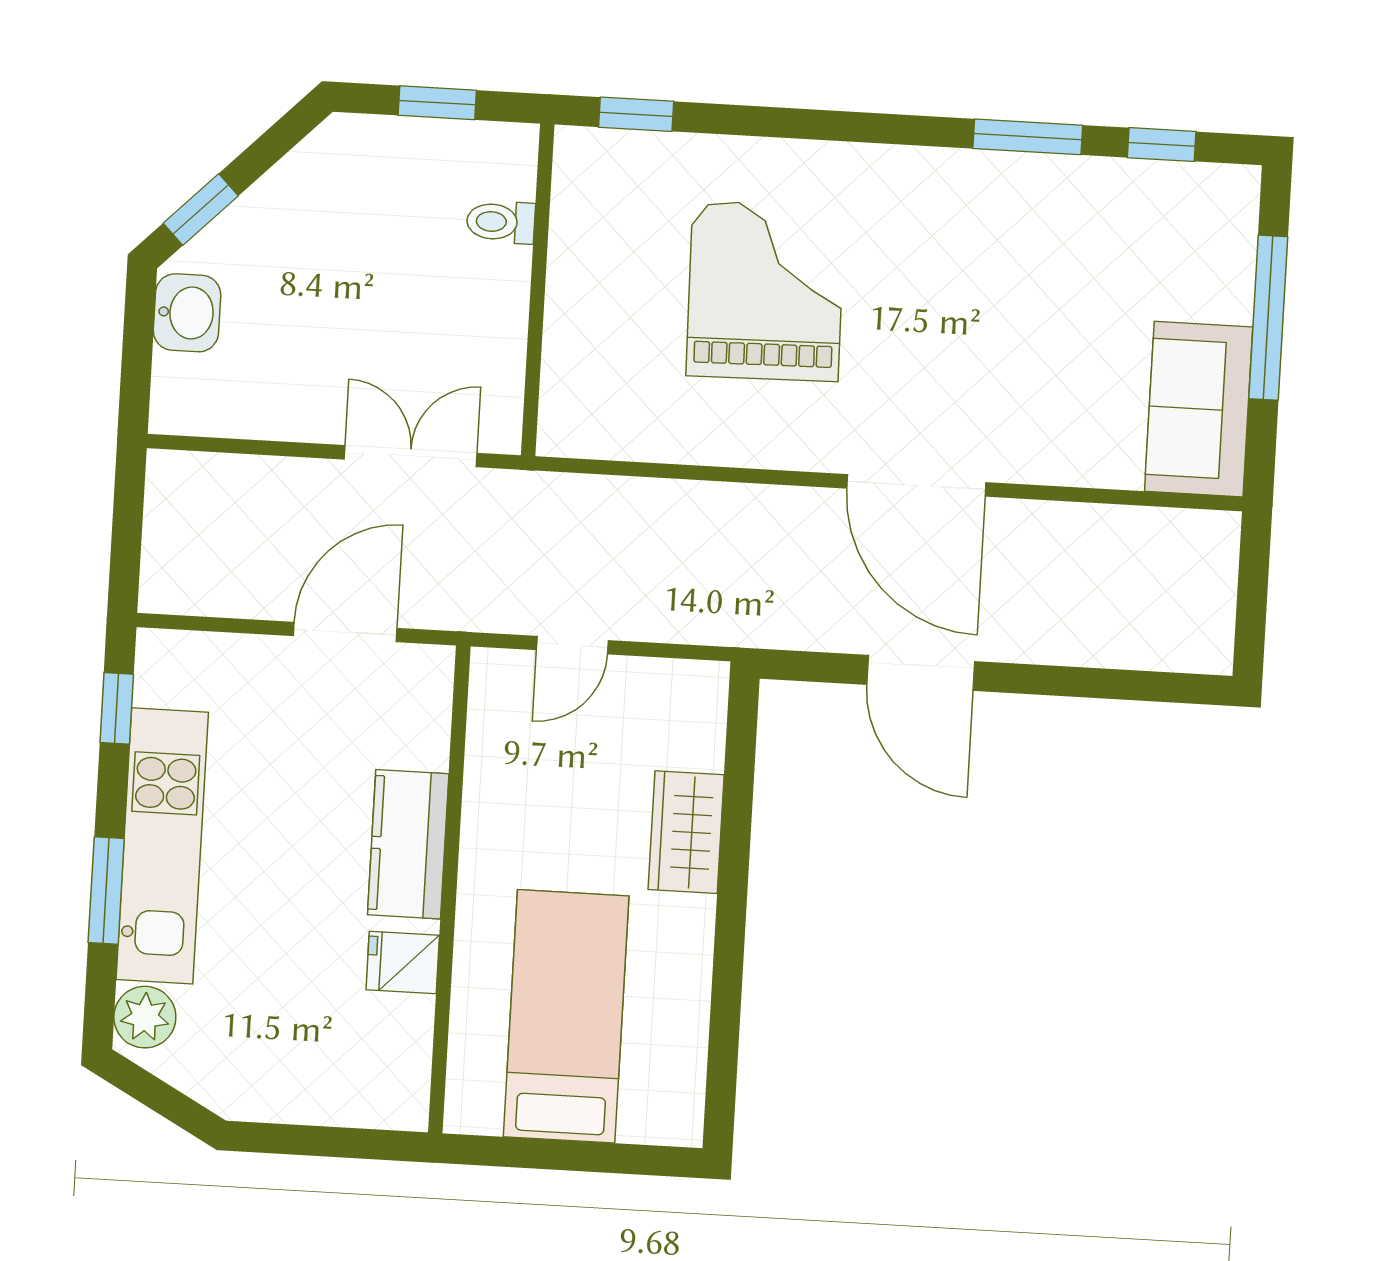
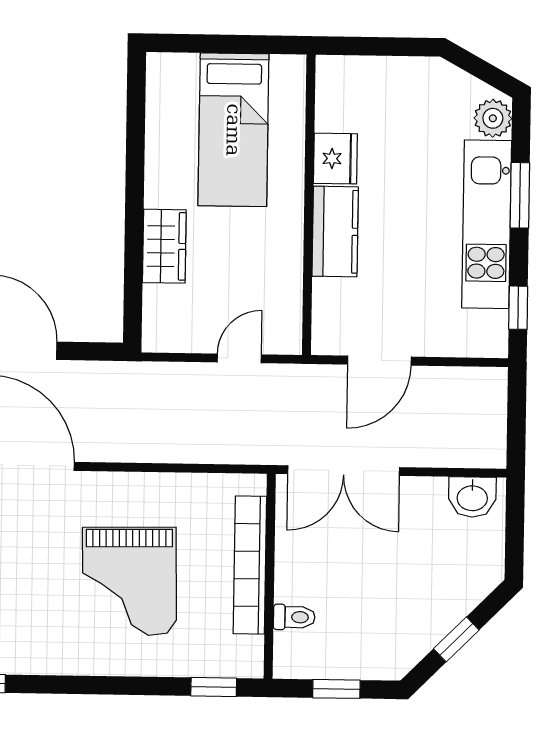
window: (201, 209) -> (456, 639), moved
bookcase: (569, 309) -> (250, 565), added
washbasin: (187, 313) -> (472, 497), moved, turned -90
double door: (411, 456) -> (344, 471), width x1.37
fridge: (403, 963) -> (335, 159), width x1.38

